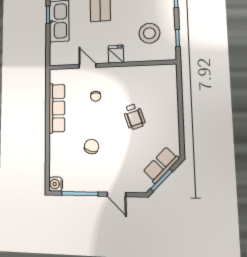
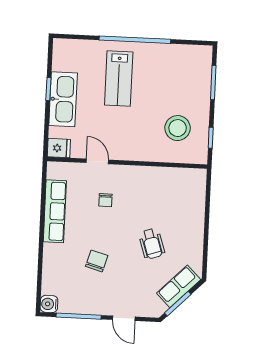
fridge: (116, 54) -> (59, 148), moved, turned 90
wheelchair: (134, 116) -> (152, 244), moved

